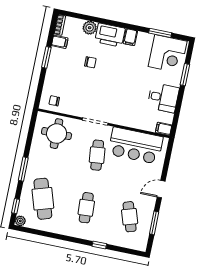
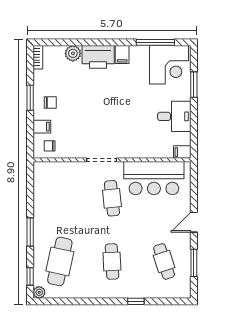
window: (160, 33) -> (155, 42), width x1.44
filing cabinet: (60, 42) -> (42, 127), moved
chair: (90, 62) -> (50, 103), moved
round table: (57, 134) -> (60, 183), removed
cafe table: (43, 199) -> (60, 261), turned 30

